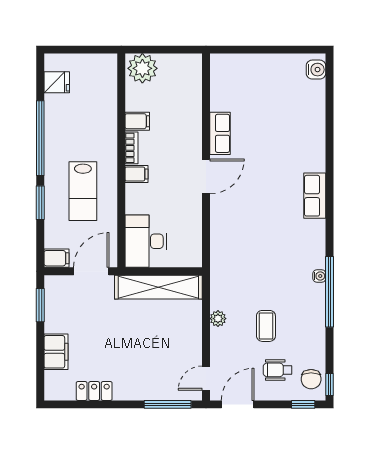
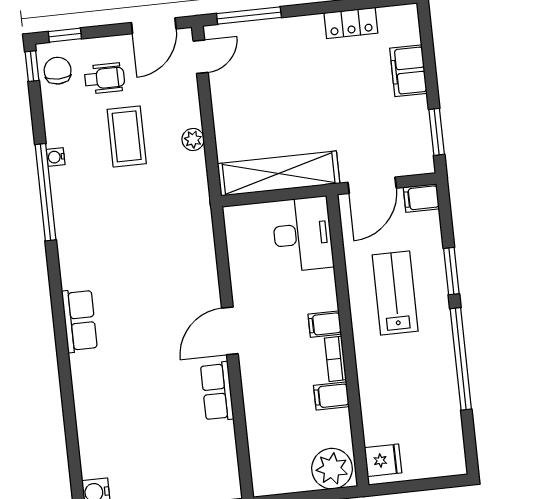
fridge: (57, 82) -> (383, 460), moved, turned 180
water cooler: (319, 276) -> (56, 157), moved
coffee table: (266, 326) -> (127, 136), width x1.36, depth x1.30

